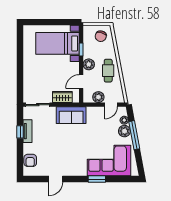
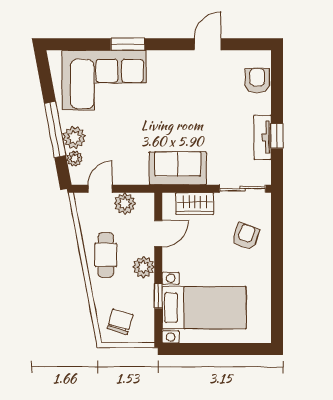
armchair: (36, 80) -> (246, 236), added

